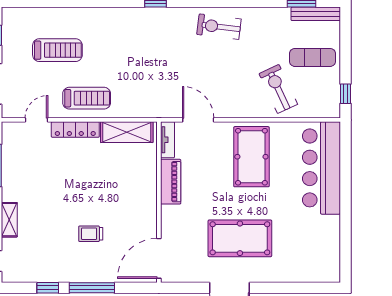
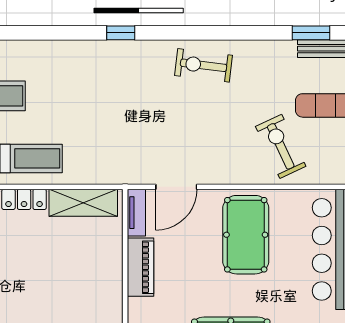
door: (198, 120) -> (176, 187), swing flipped

